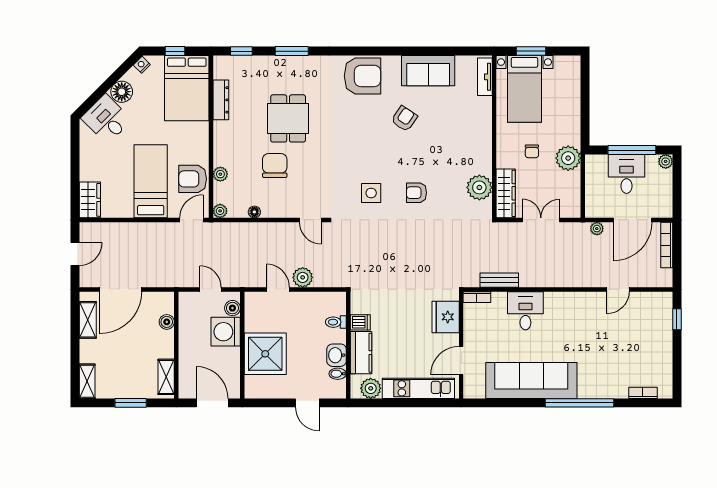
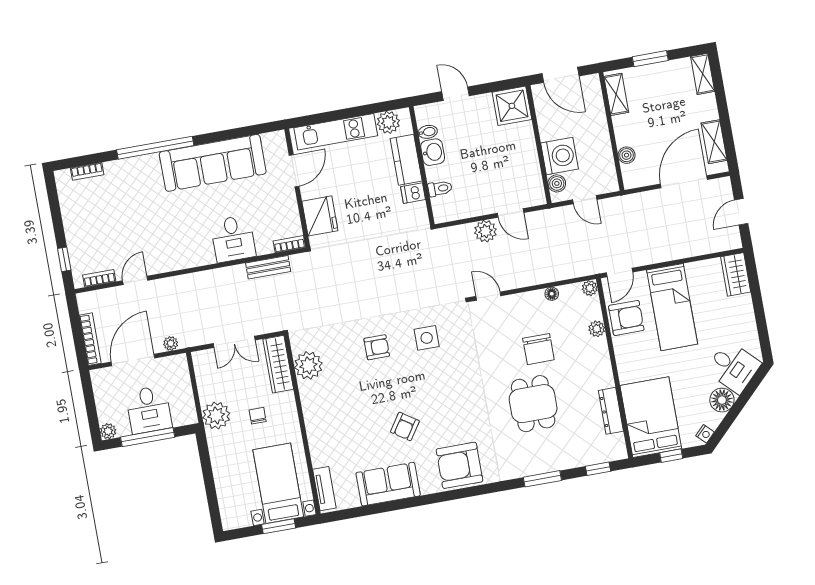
bookcase: (649, 297) -> (99, 278), added
shower: (265, 354) -> (512, 106), moved, width x0.73, depth x0.73

